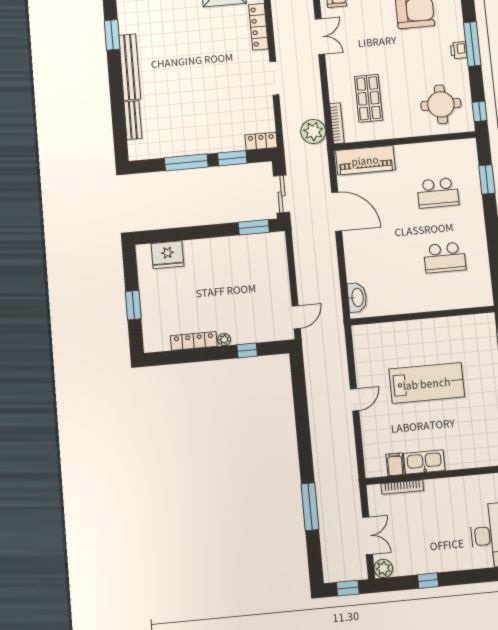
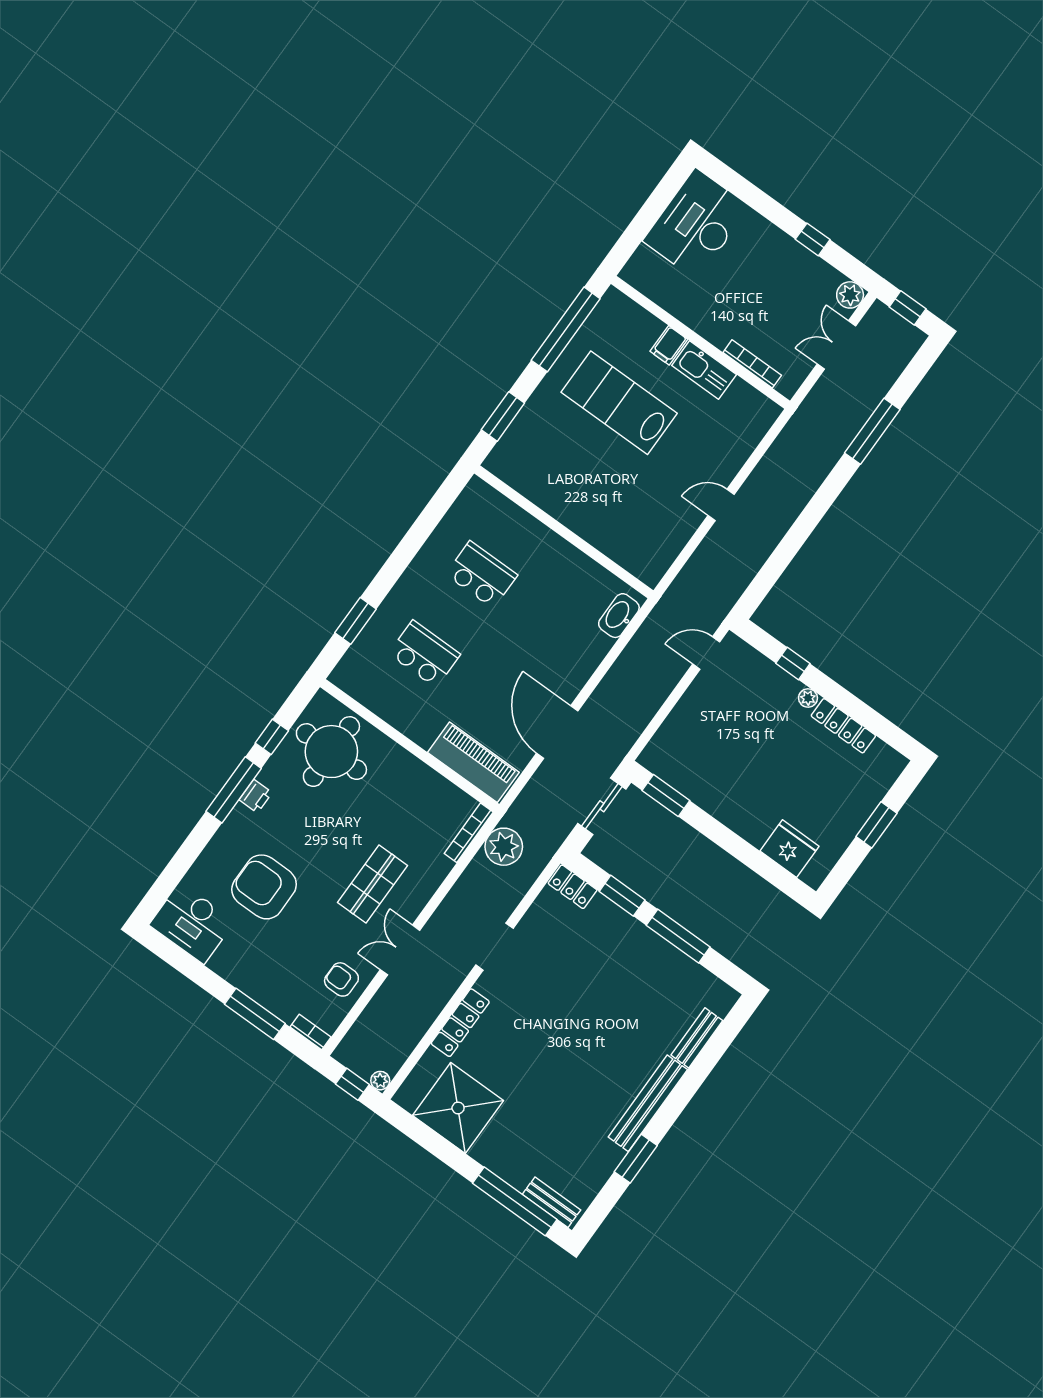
shop shelf: (369, 98) -> (373, 884), moved
round table: (441, 104) -> (331, 752), width x1.36, depth x1.36
window: (480, 111) -> (272, 737), moved
lab bench: (427, 383) -> (619, 403), moved
filing cabinet: (395, 464) -> (669, 345), moved

